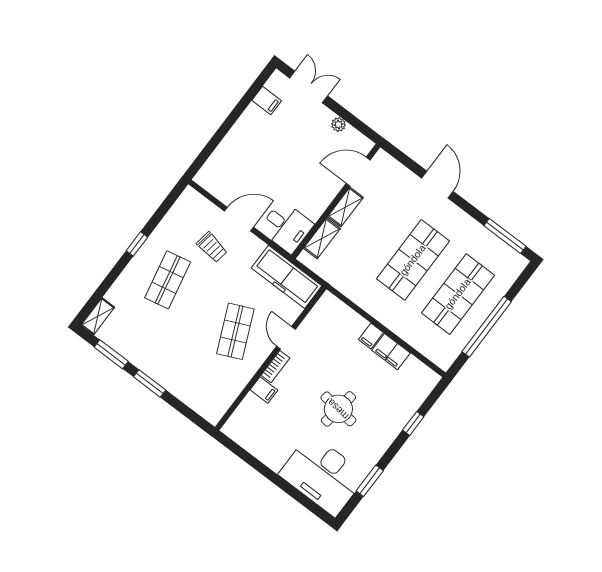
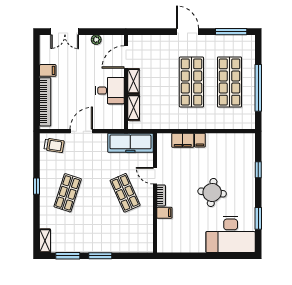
double door: (309, 87) -> (65, 32), swing flipped
filing cabinet: (267, 101) -> (48, 70), moved
bookcase: (223, 152) -> (45, 102), added
door: (437, 185) -> (188, 32), moved
desk: (286, 227) -> (110, 91), moved
trolley: (212, 247) -> (54, 145), moved
shop shelf: (168, 280) -> (68, 193), turned 30
filing cabinet: (391, 352) -> (183, 140), moved

